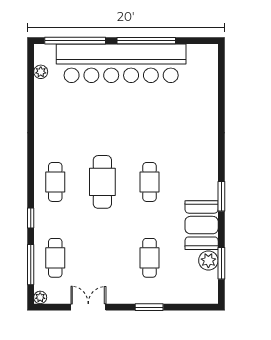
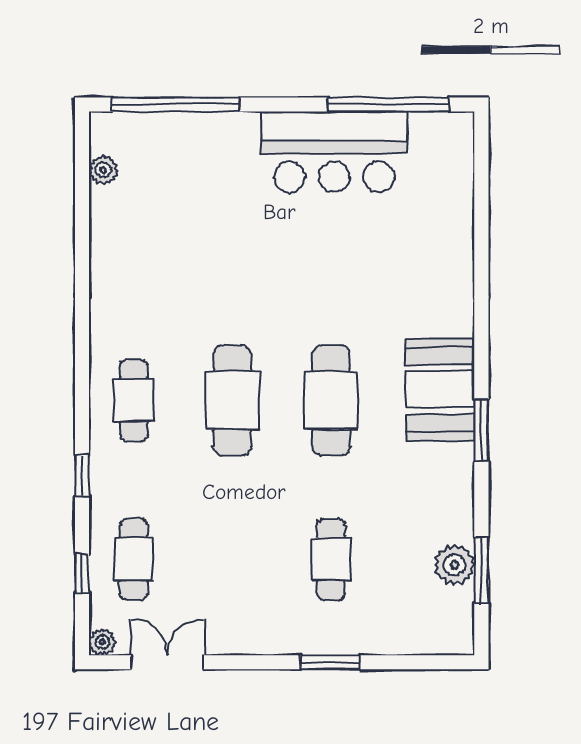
window: (146, 41) -> (388, 105), moved
bar counter: (121, 63) -> (334, 152), width x0.54
cafe table: (150, 182) -> (331, 400), width x1.37, depth x1.35
booth: (202, 225) -> (440, 390), moved
window: (31, 265) -> (82, 573), width x0.46
double door: (88, 307) -> (167, 662), moved

